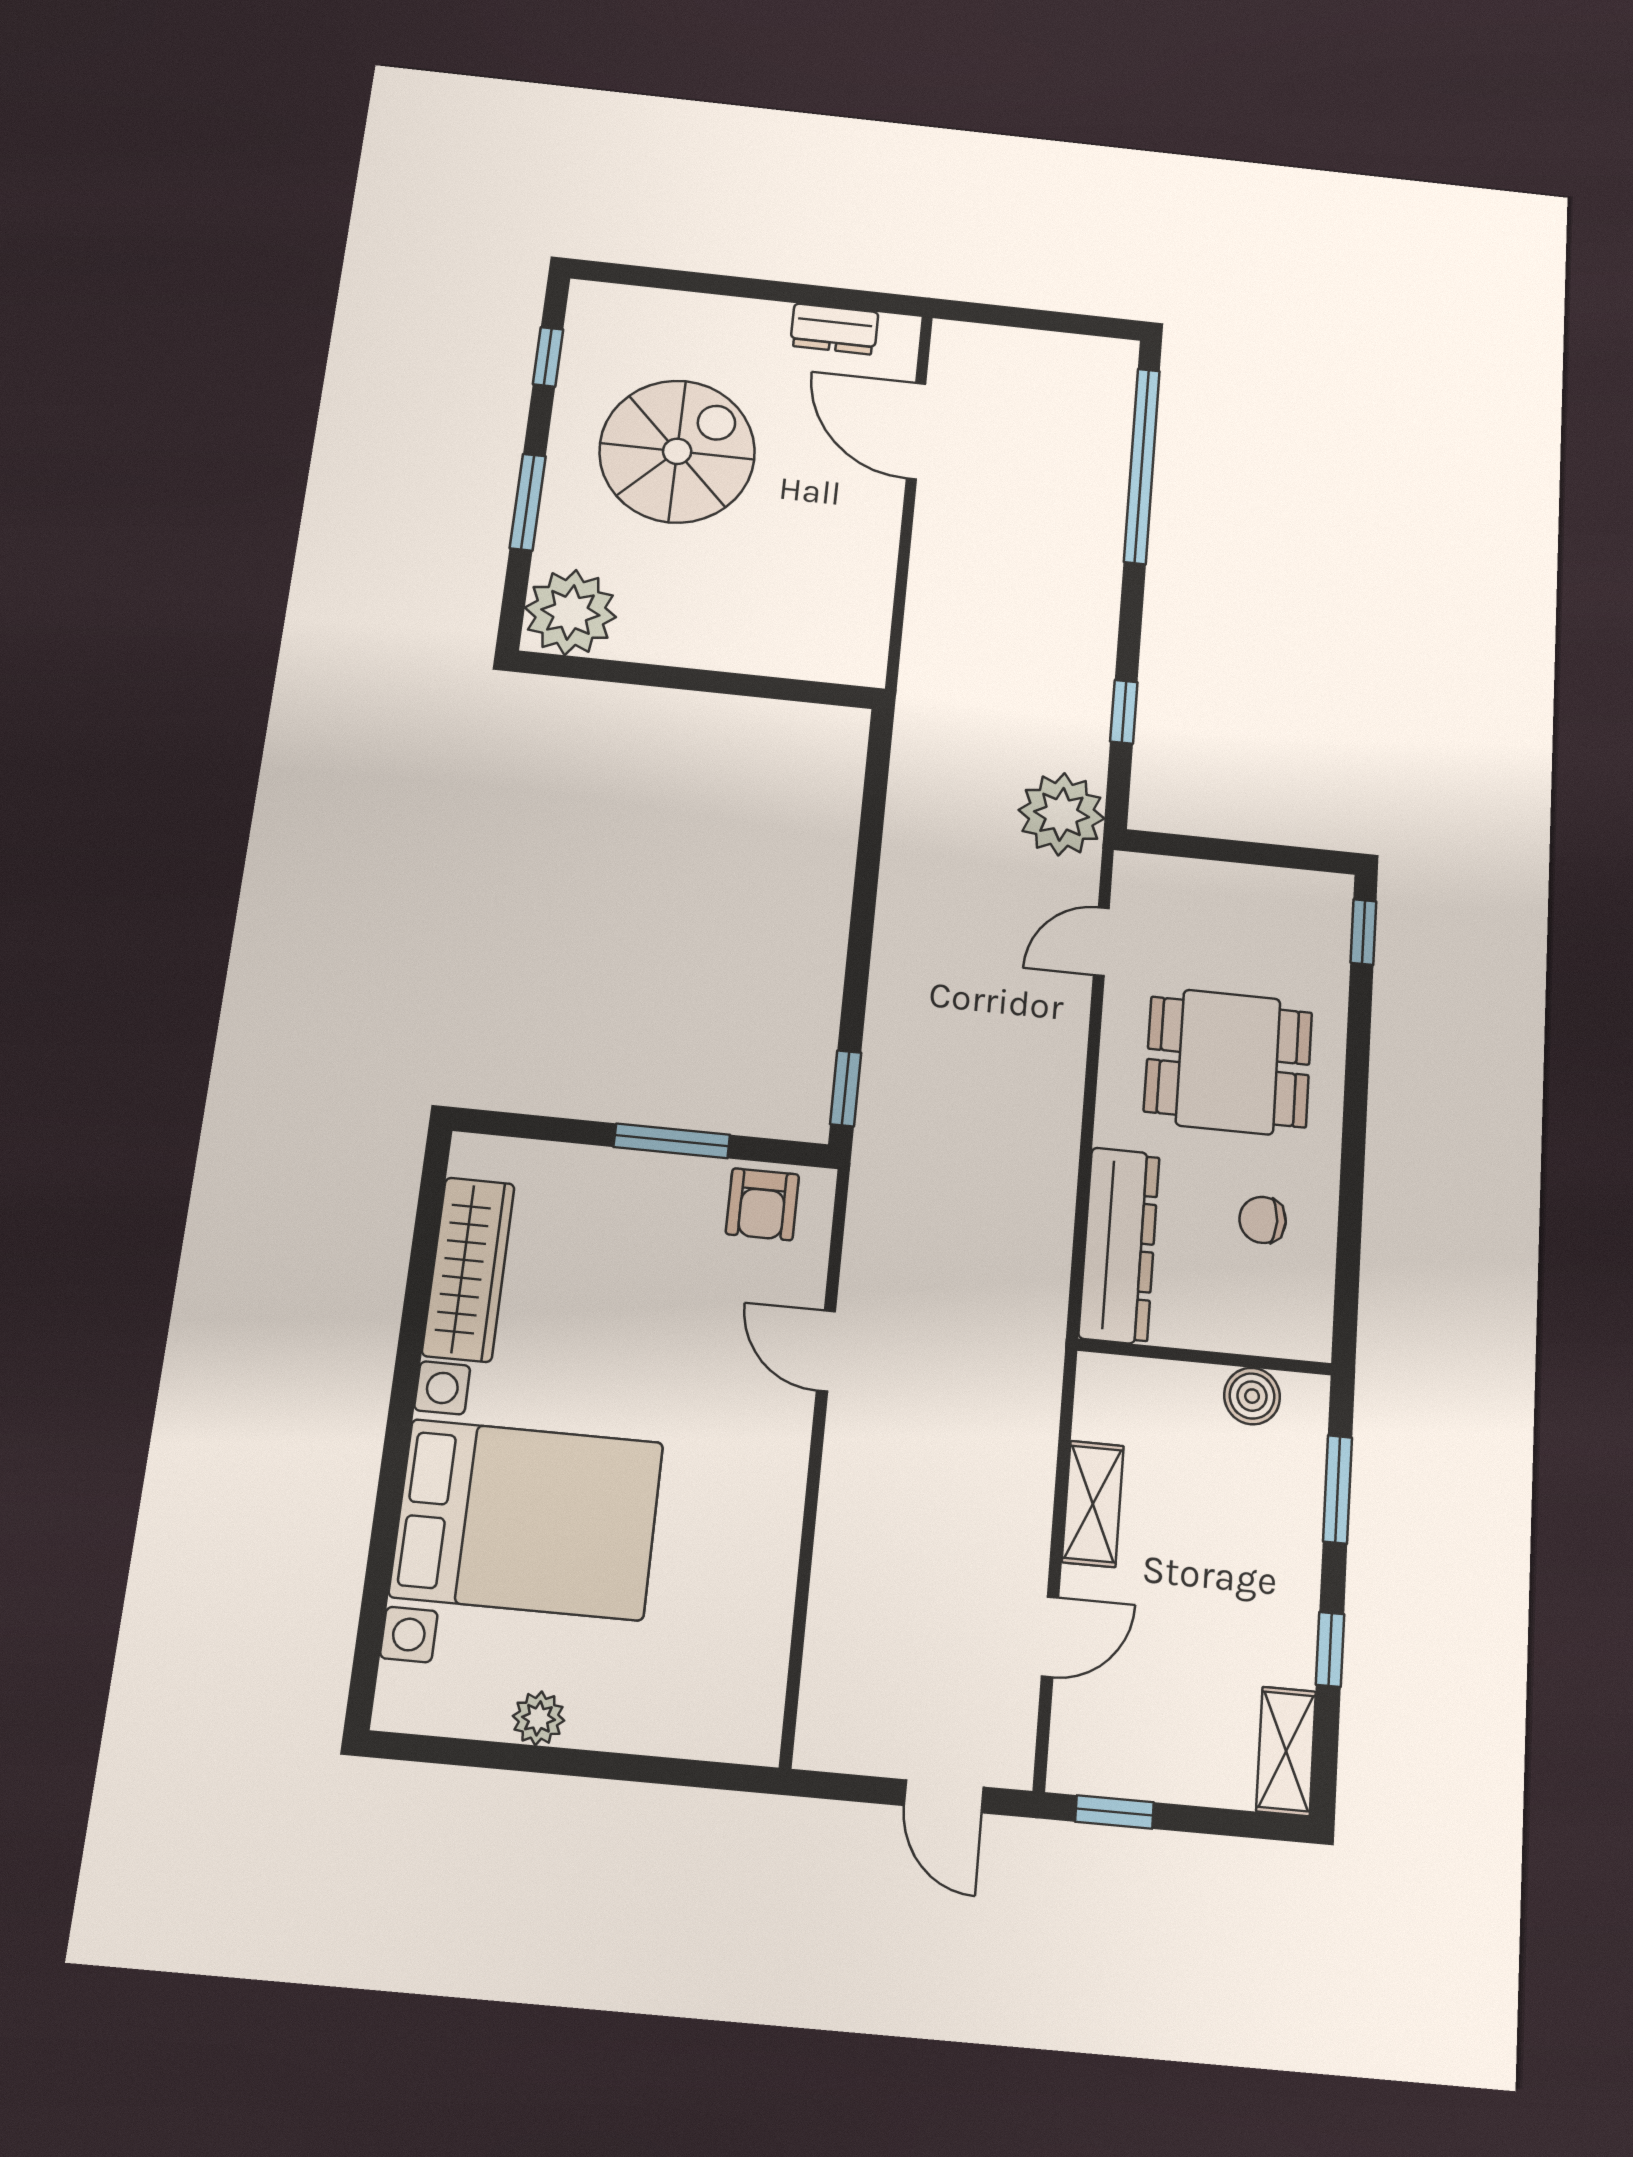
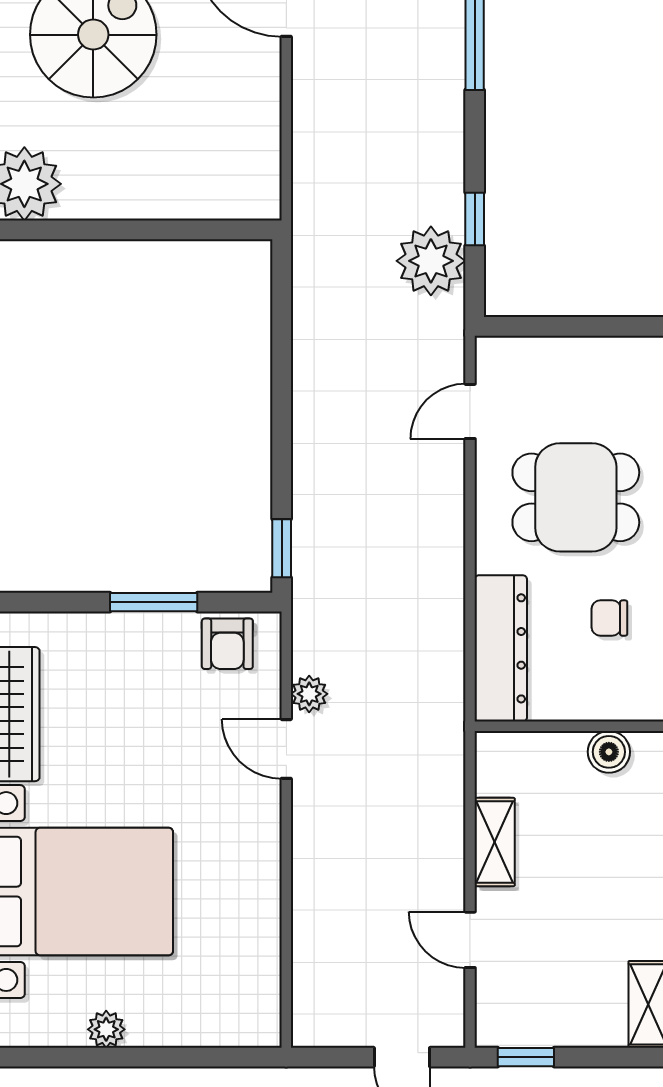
plant: (1061, 814) -> (431, 261), moved
plant: (863, 1281) -> (309, 694), added
door: (1050, 1637) -> (470, 940), swing flipped

